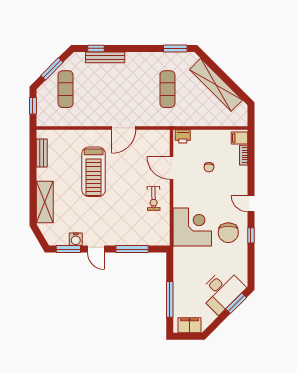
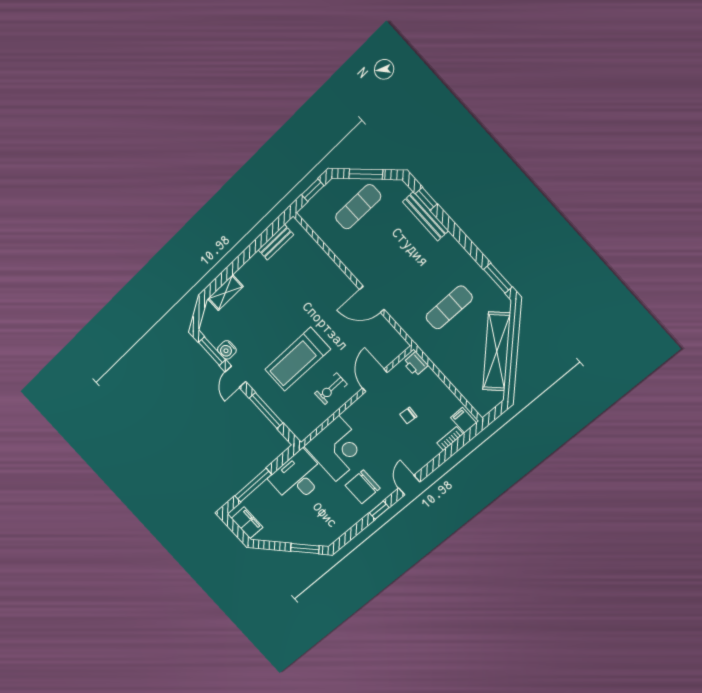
treadmill: (94, 172) -> (298, 359), moved
shelving: (45, 202) -> (225, 293), width x0.67, depth x0.75
desk: (222, 291) -> (298, 477), moved, turned 135

